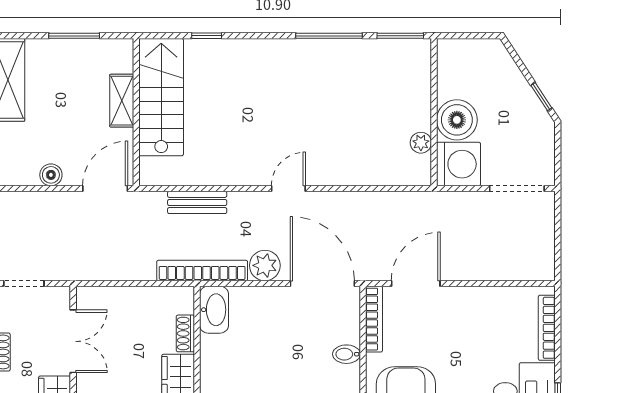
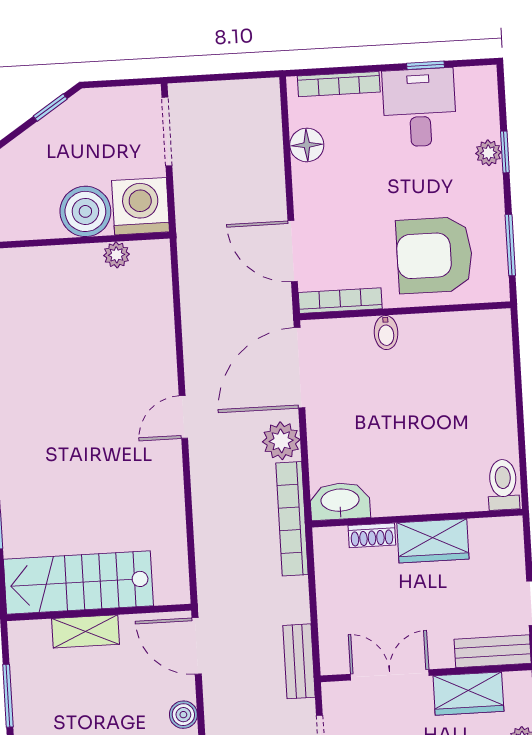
door: (288, 189) -> (183, 417), hinge flipped
bench: (197, 202) -> (299, 661), moved
floor lamp: (500, 300) -> (307, 145), added

